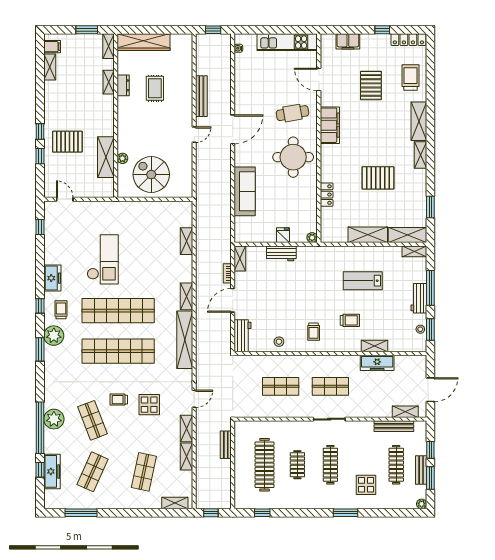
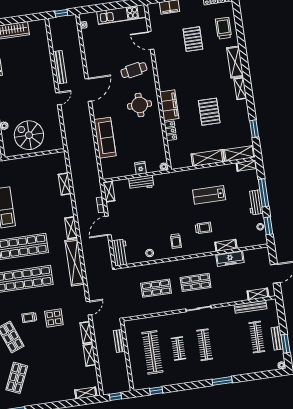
rug: (155, 88) -> (22, 66), removed
filing cabinet: (330, 125) -> (169, 105), moved
round table: (293, 157) -> (140, 105), width x0.73, depth x0.73
pallet: (378, 178) -> (209, 112), turned 90
window: (430, 450) -> (282, 321), removed
shop shelf: (144, 472) -> (58, 372), removed
display table: (366, 485) -> (235, 357), removed

